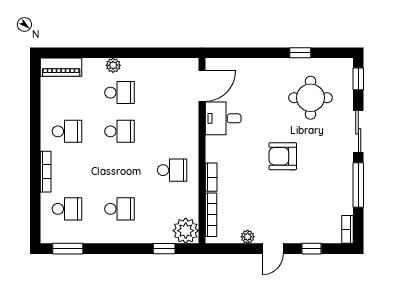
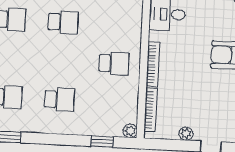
bookcase: (211, 177) -> (153, 64), width x1.56
plant: (186, 231) -> (130, 131), width x0.53, depth x0.53

